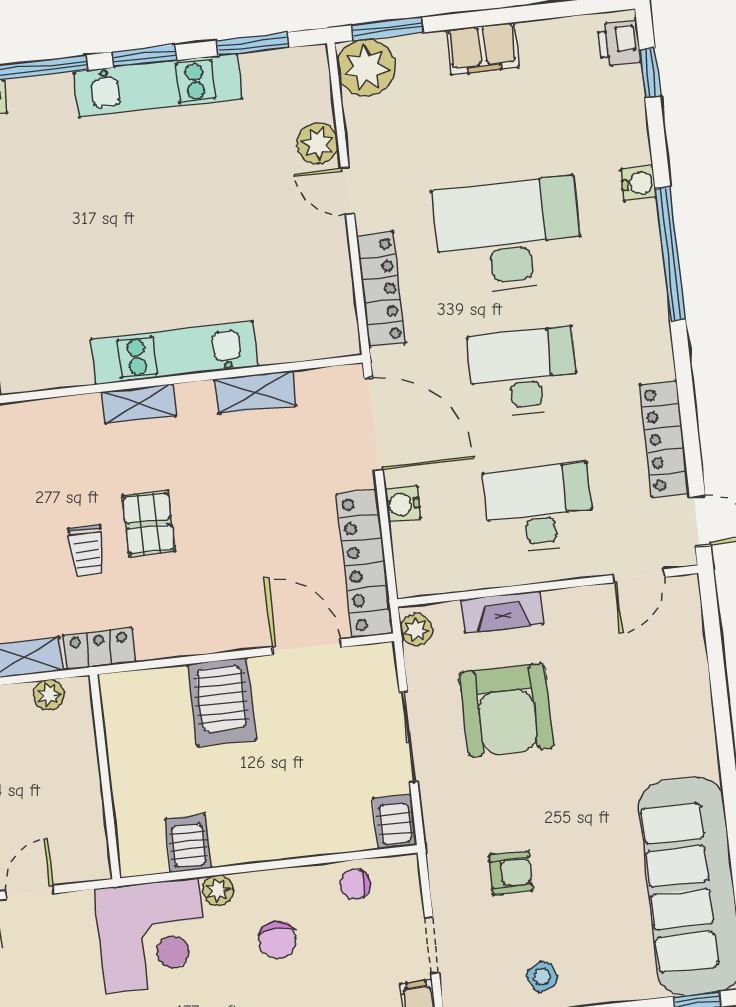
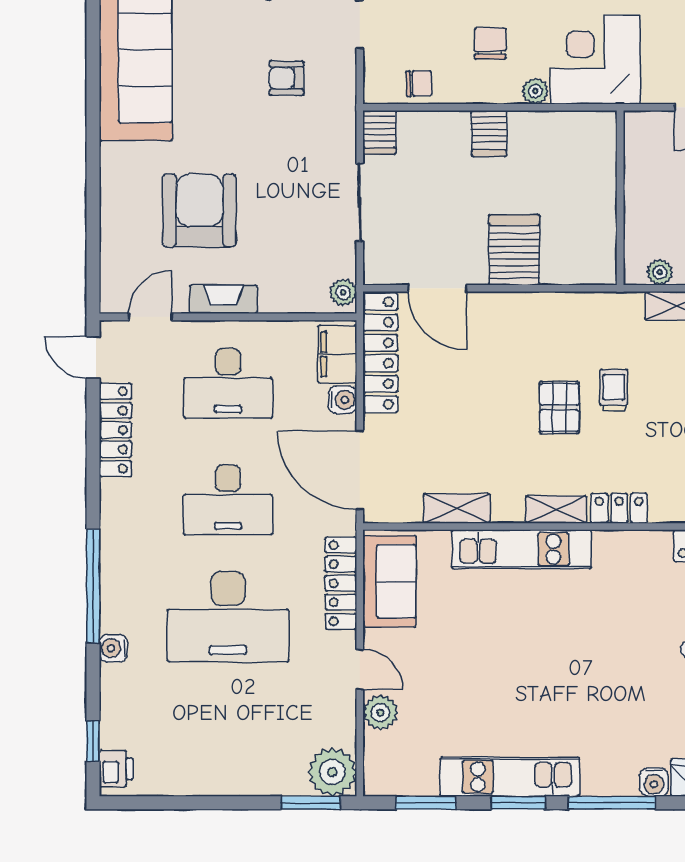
filing cabinet: (482, 49) -> (337, 354), moved, turned -90
sofa: (324, 298) -> (390, 581), added
fireplace: (502, 612) -> (223, 299), moved
locker: (99, 649) -> (619, 508), moved, turned 180
armchair: (506, 710) -> (199, 210), moved
server rack: (188, 843) -> (489, 134), moved

